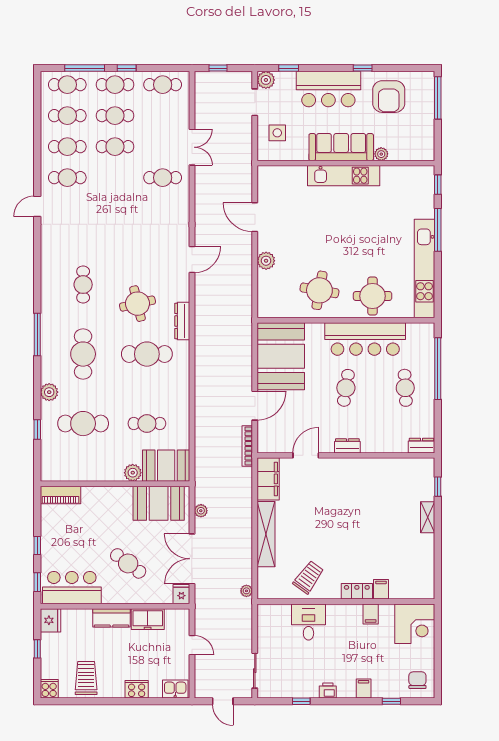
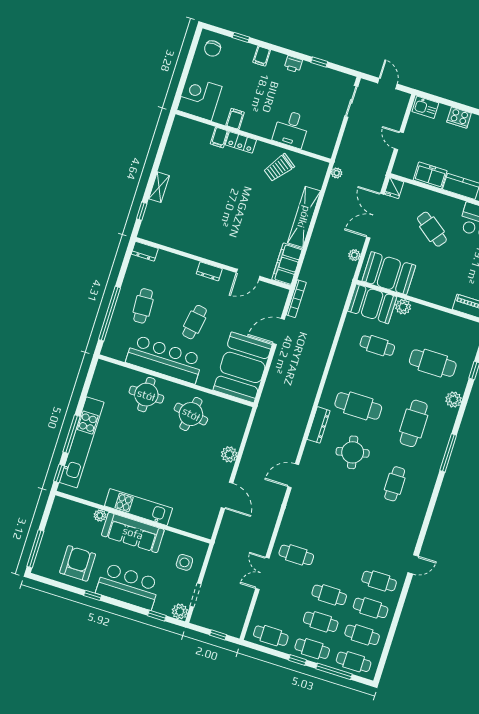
kitchen unit: (424, 268) -> (82, 442), moved
double door: (192, 559) -> (375, 216), swing flipped

